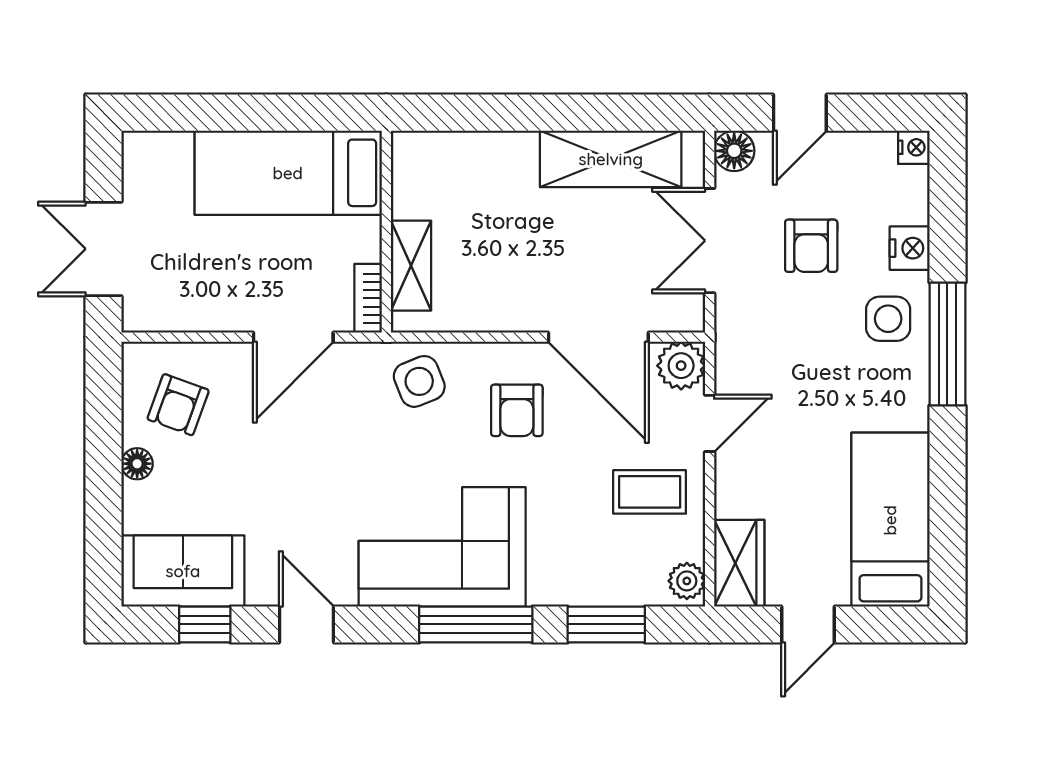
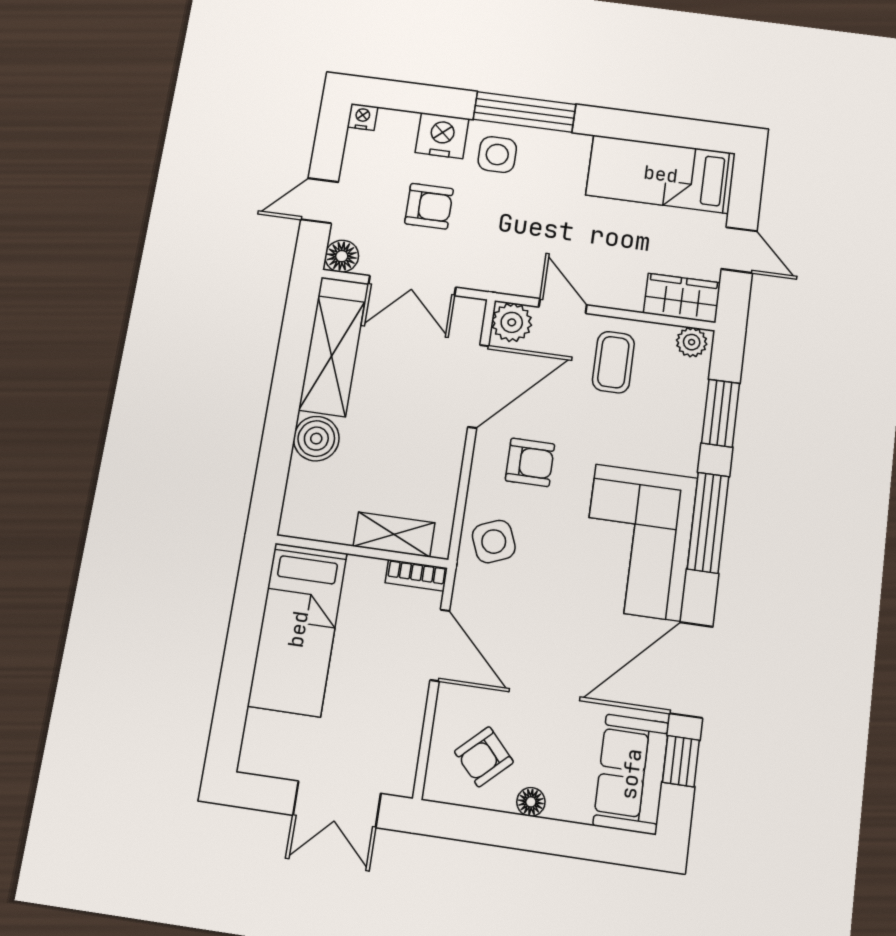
door: (800, 113) -> (320, 201), swing flipped
boiler: (510, 157) -> (316, 439), added
nightstand: (910, 248) -> (442, 136), width x1.36, depth x1.33
armchair: (178, 405) -> (484, 757), turned 117
door: (306, 624) -> (691, 670), width x1.87

